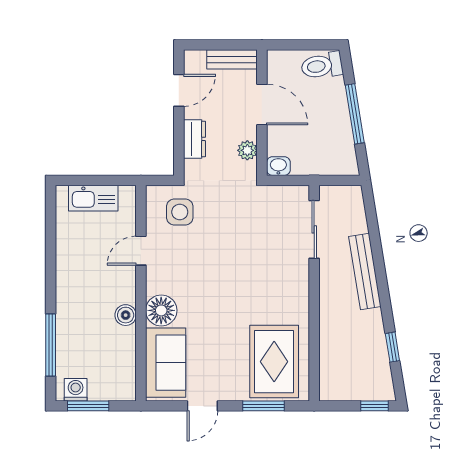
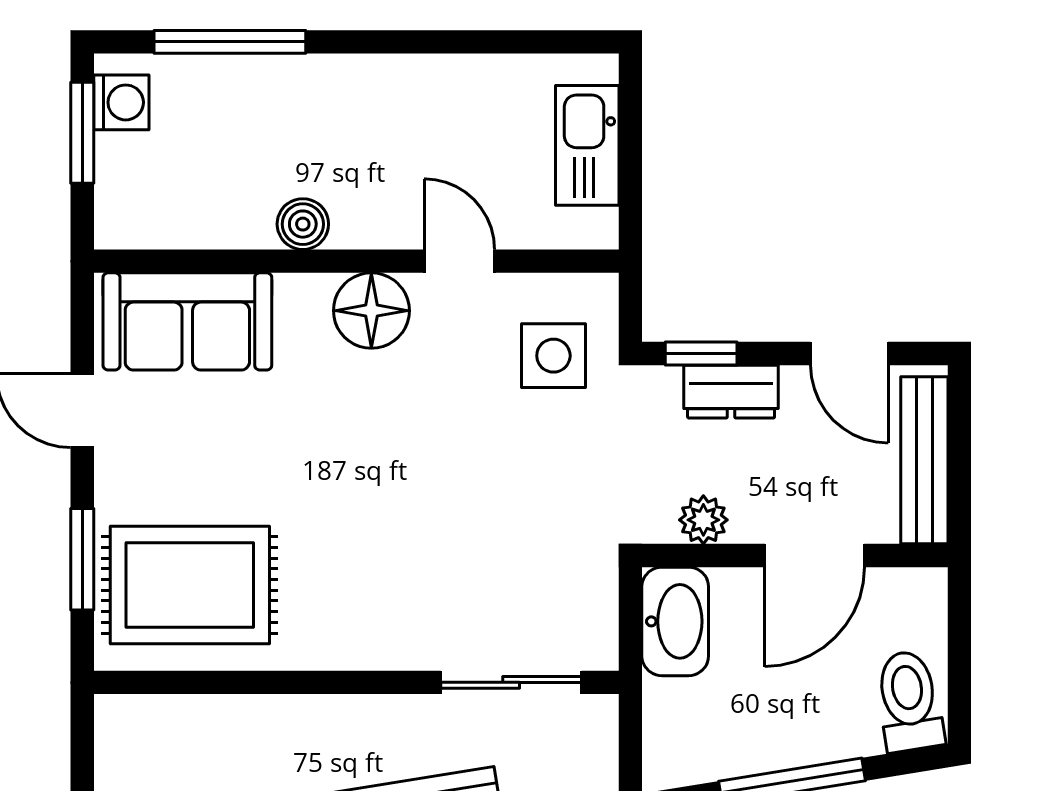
bench: (232, 59) -> (924, 460), width x1.36
window: (179, 151) -> (701, 354), added
washbasin: (278, 166) -> (675, 621), width x1.91, depth x1.45
floor lamp: (161, 310) -> (371, 311), moved

